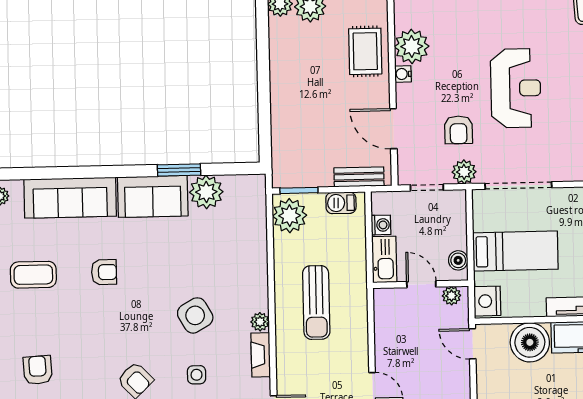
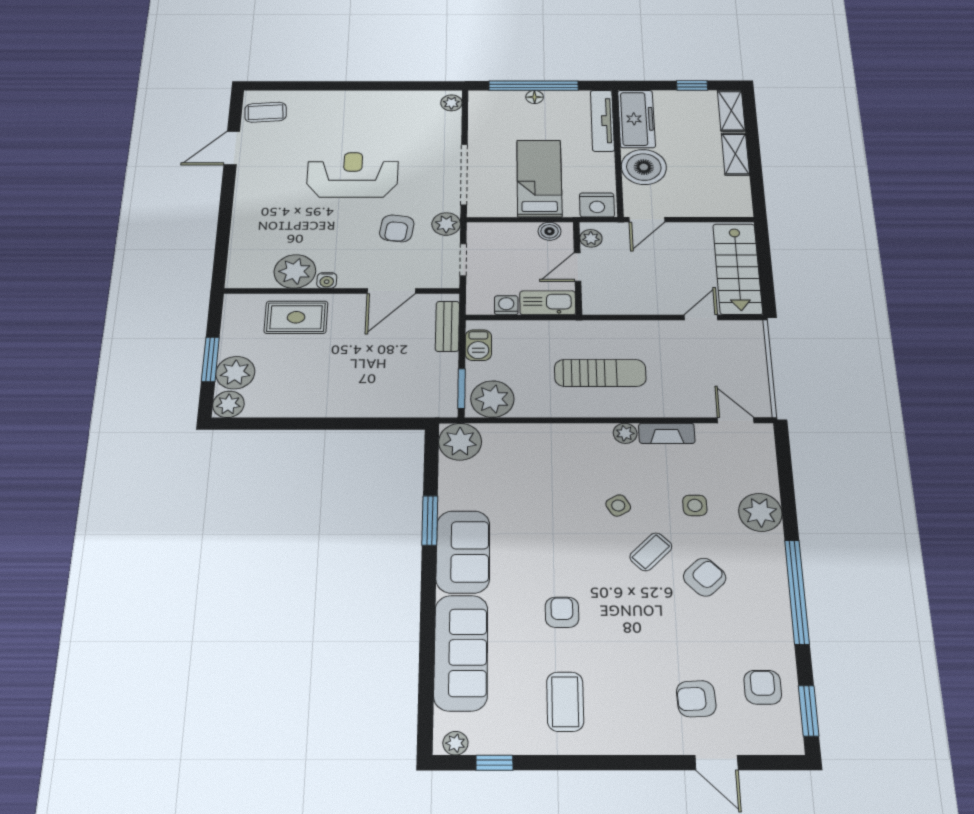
armchair: (458, 130) -> (397, 228), turned 98
plant: (206, 192) -> (460, 442), moved
side table: (195, 315) -> (618, 505), width x0.54, depth x0.54
coffee table: (156, 340) -> (651, 552), added

